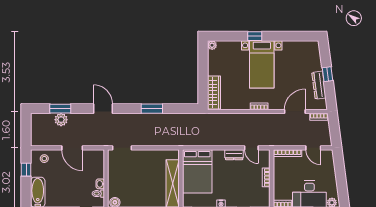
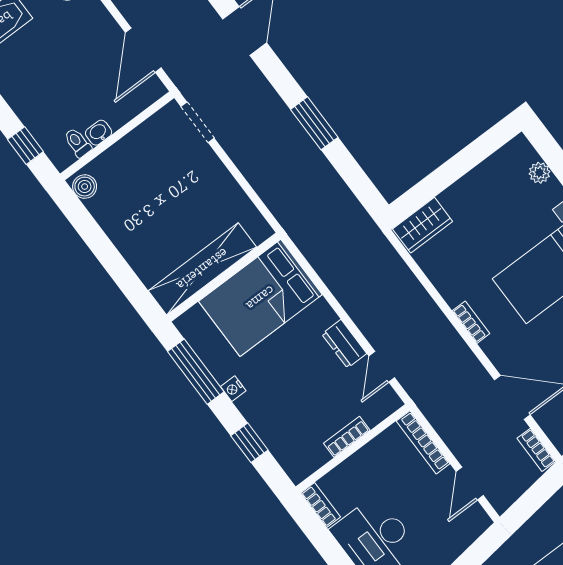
plant: (212, 45) -> (539, 173), moved
wardrobe: (214, 92) -> (423, 225), width x0.67
door: (72, 148) -> (143, 50), moved

